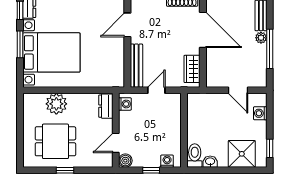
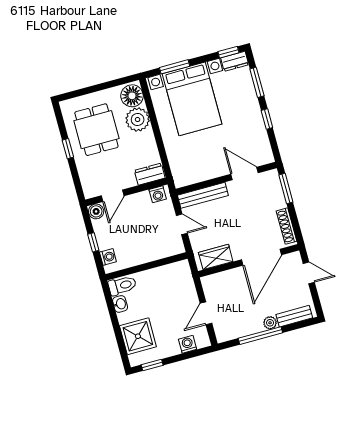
window: (20, 44) -> (175, 67), moved
floor lamp: (35, 103) -> (132, 96), added
door: (116, 143) -> (113, 196), swing flipped

